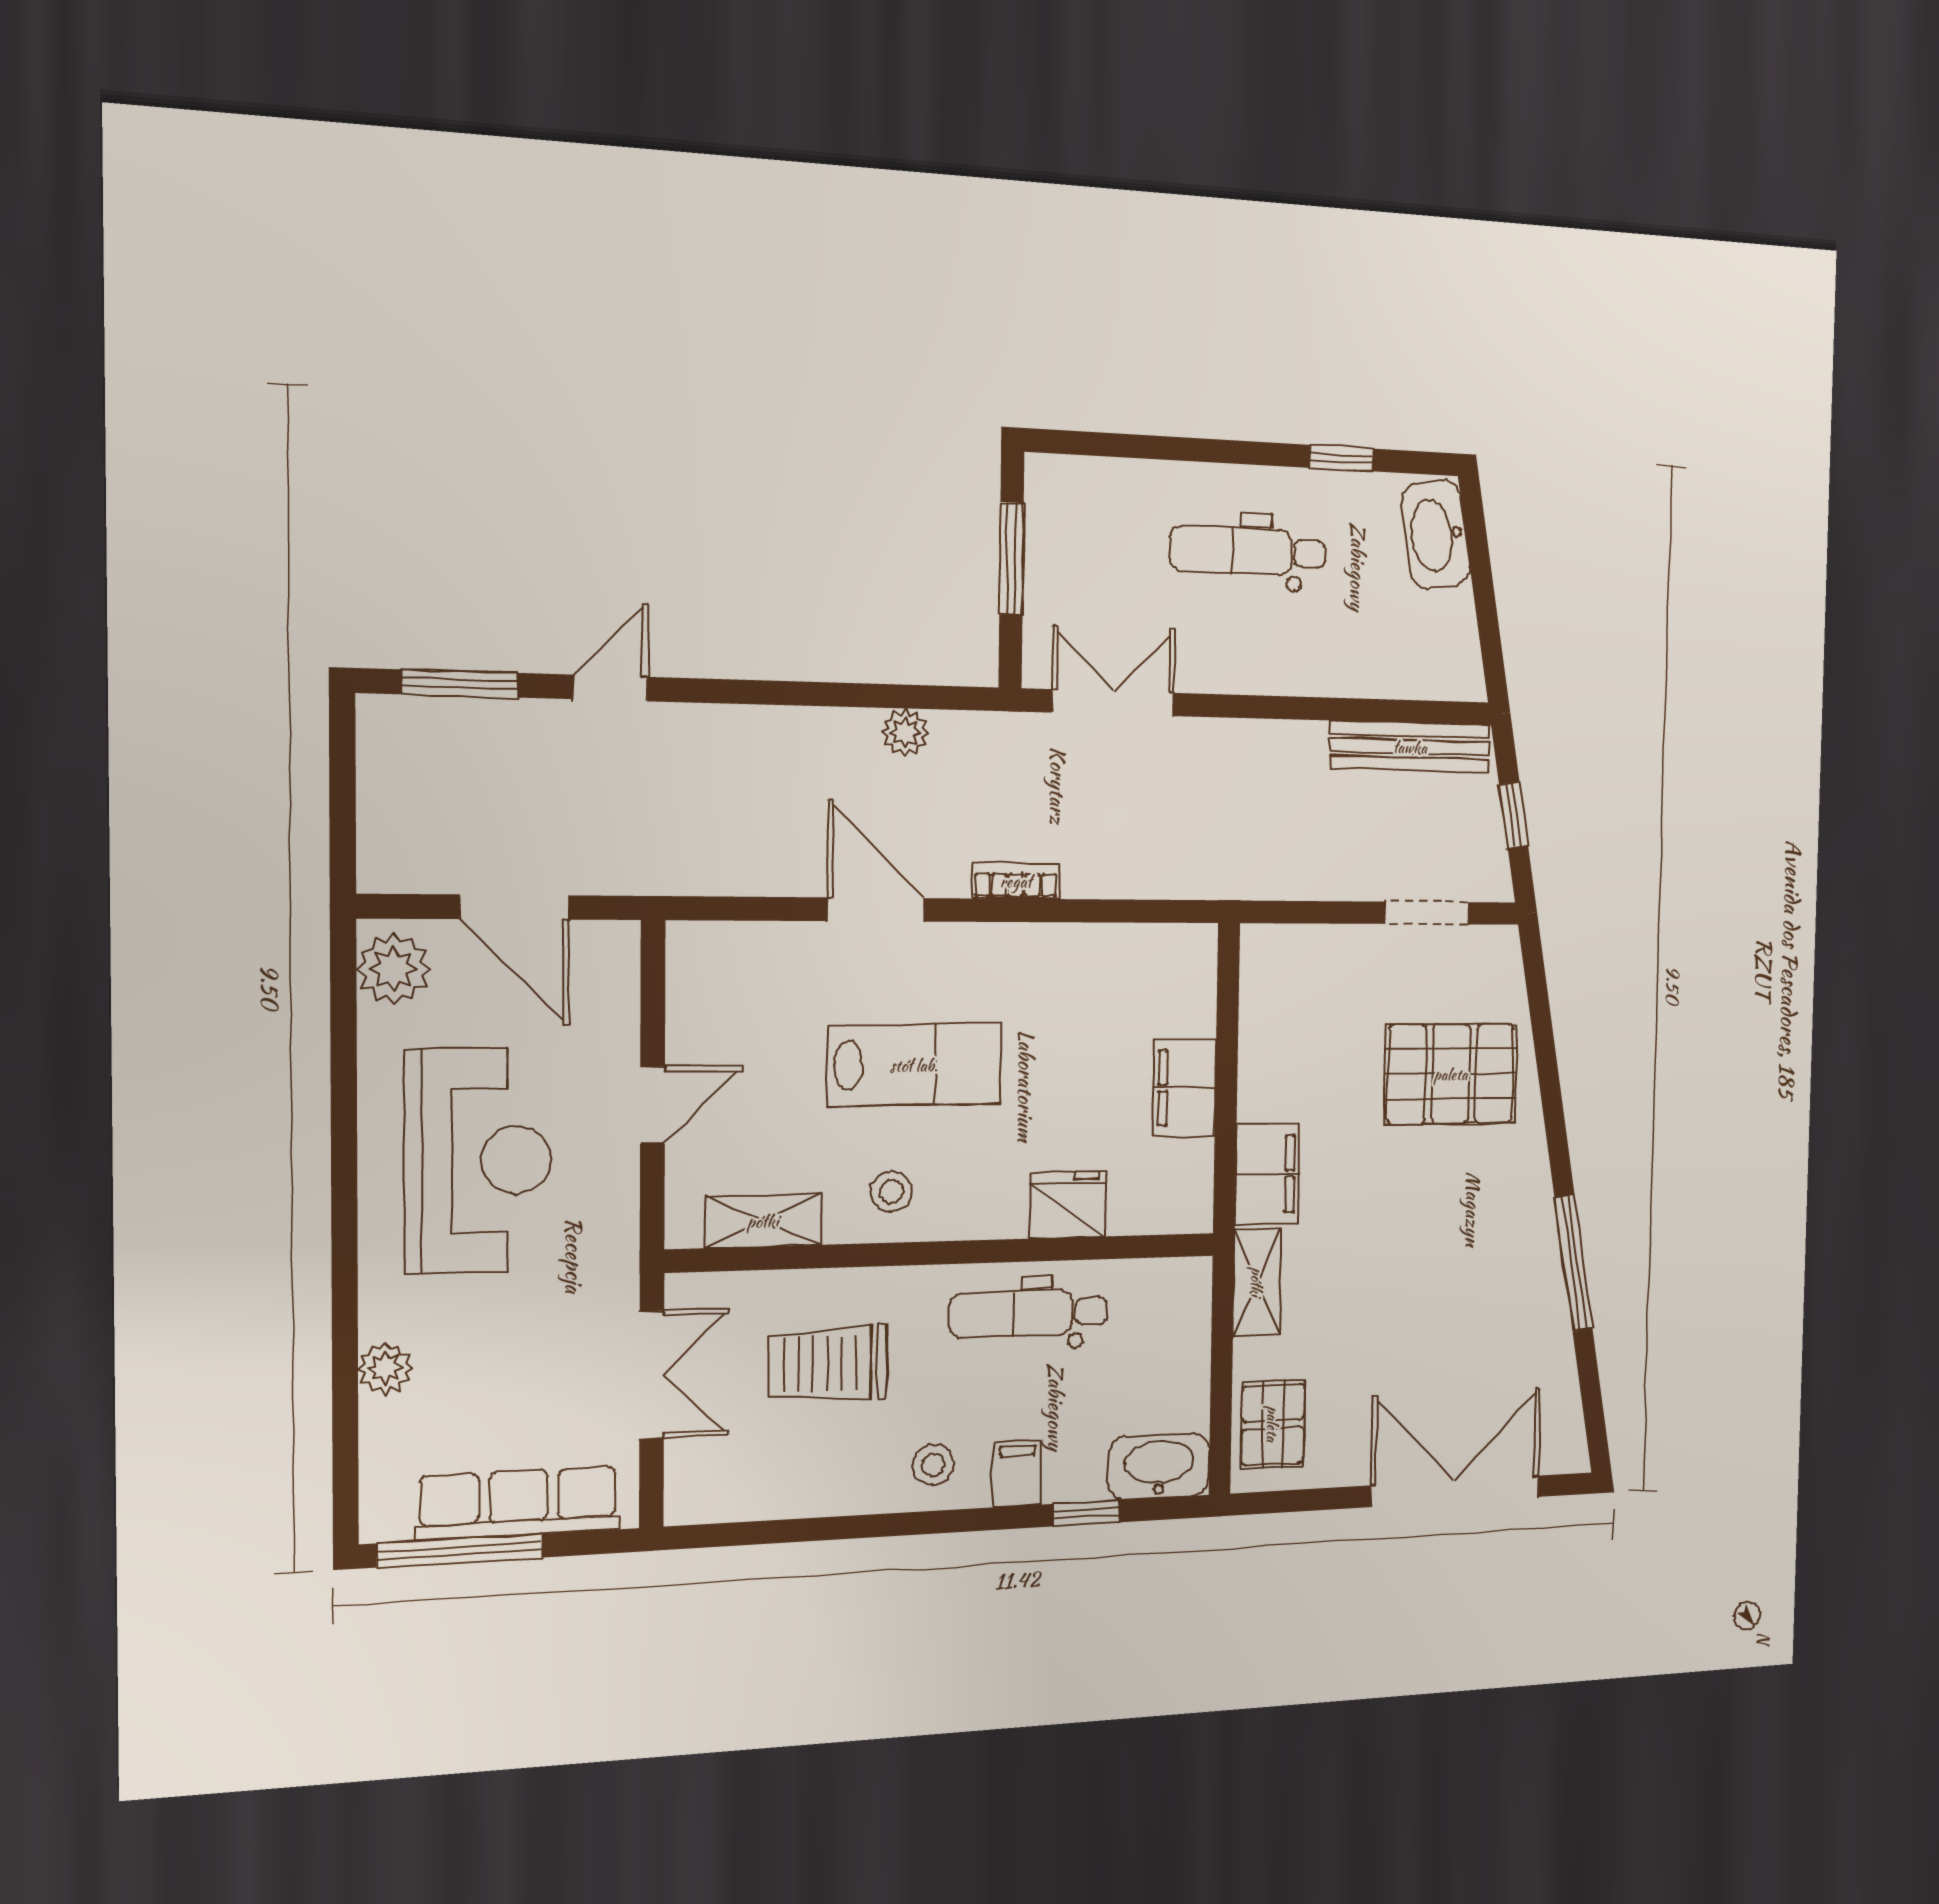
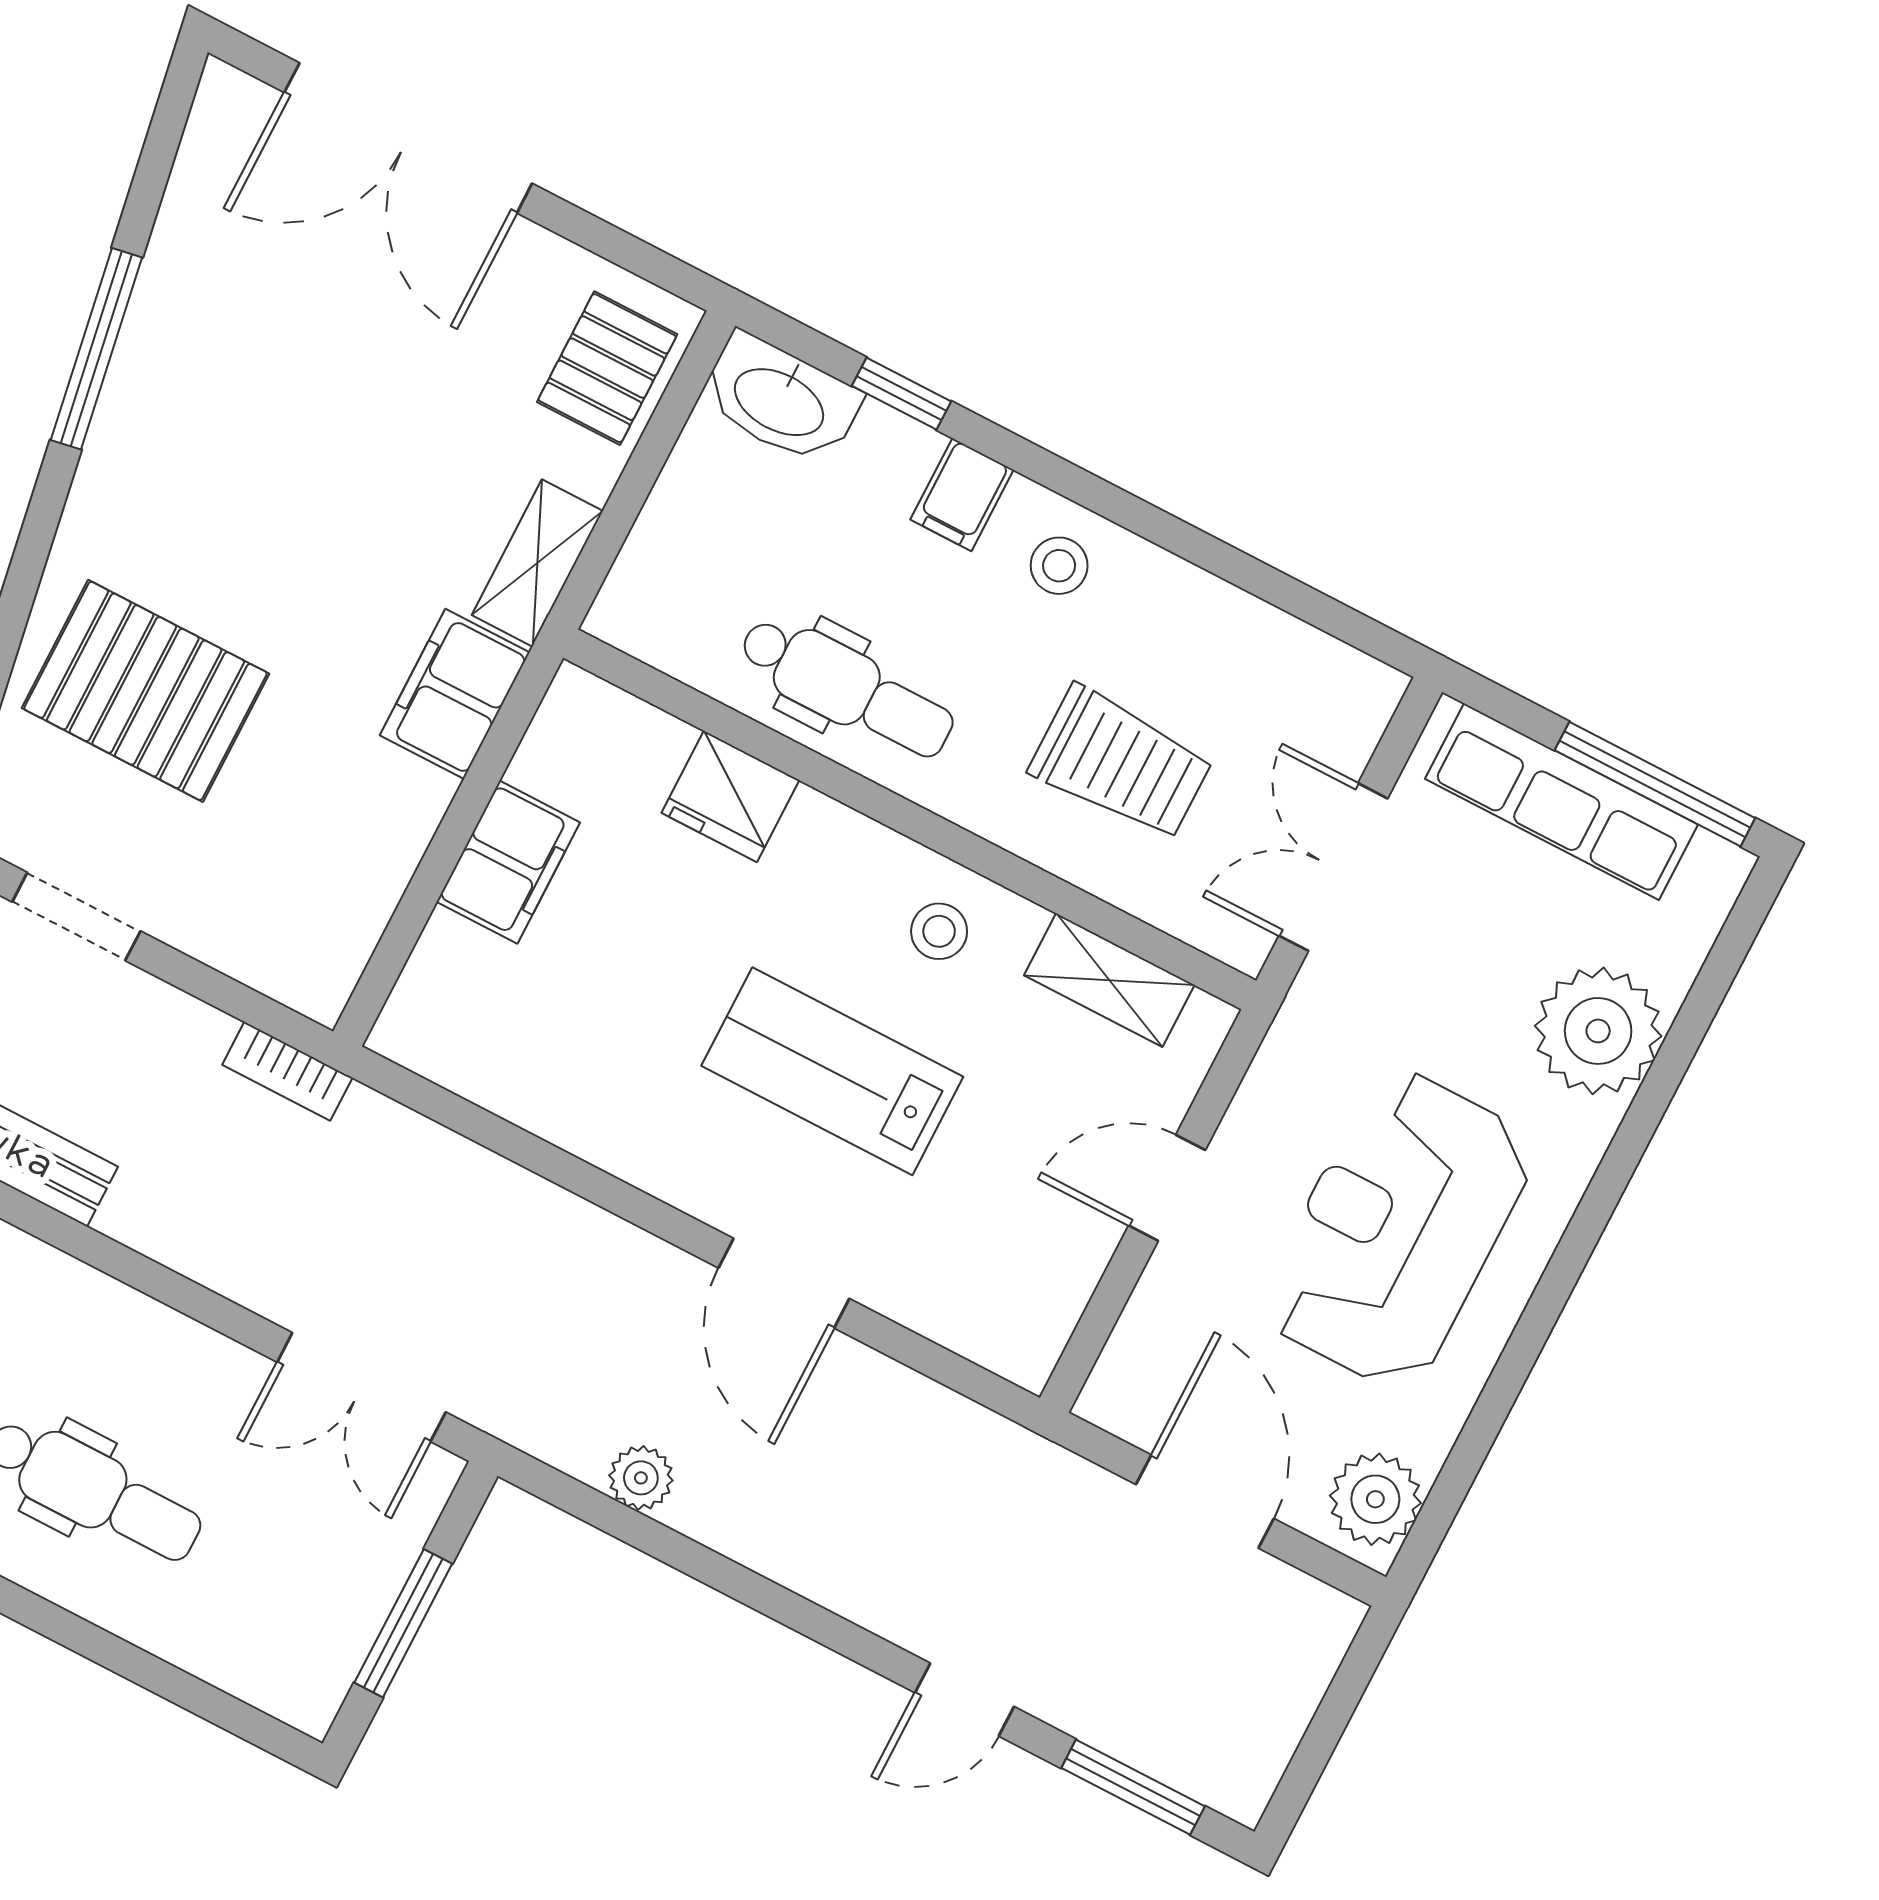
bookcase: (1016, 881) -> (287, 1071), moved
plant: (385, 1368) -> (1598, 1031), width x1.87, depth x1.87

